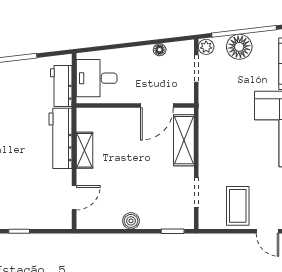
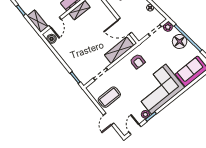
armchair: (220, 127) -> (137, 61), added
door: (74, 198) -> (55, 23), hinge flipped
shelving: (53, 220) -> (38, 21), added
boiler: (131, 221) -> (52, 39), moved

